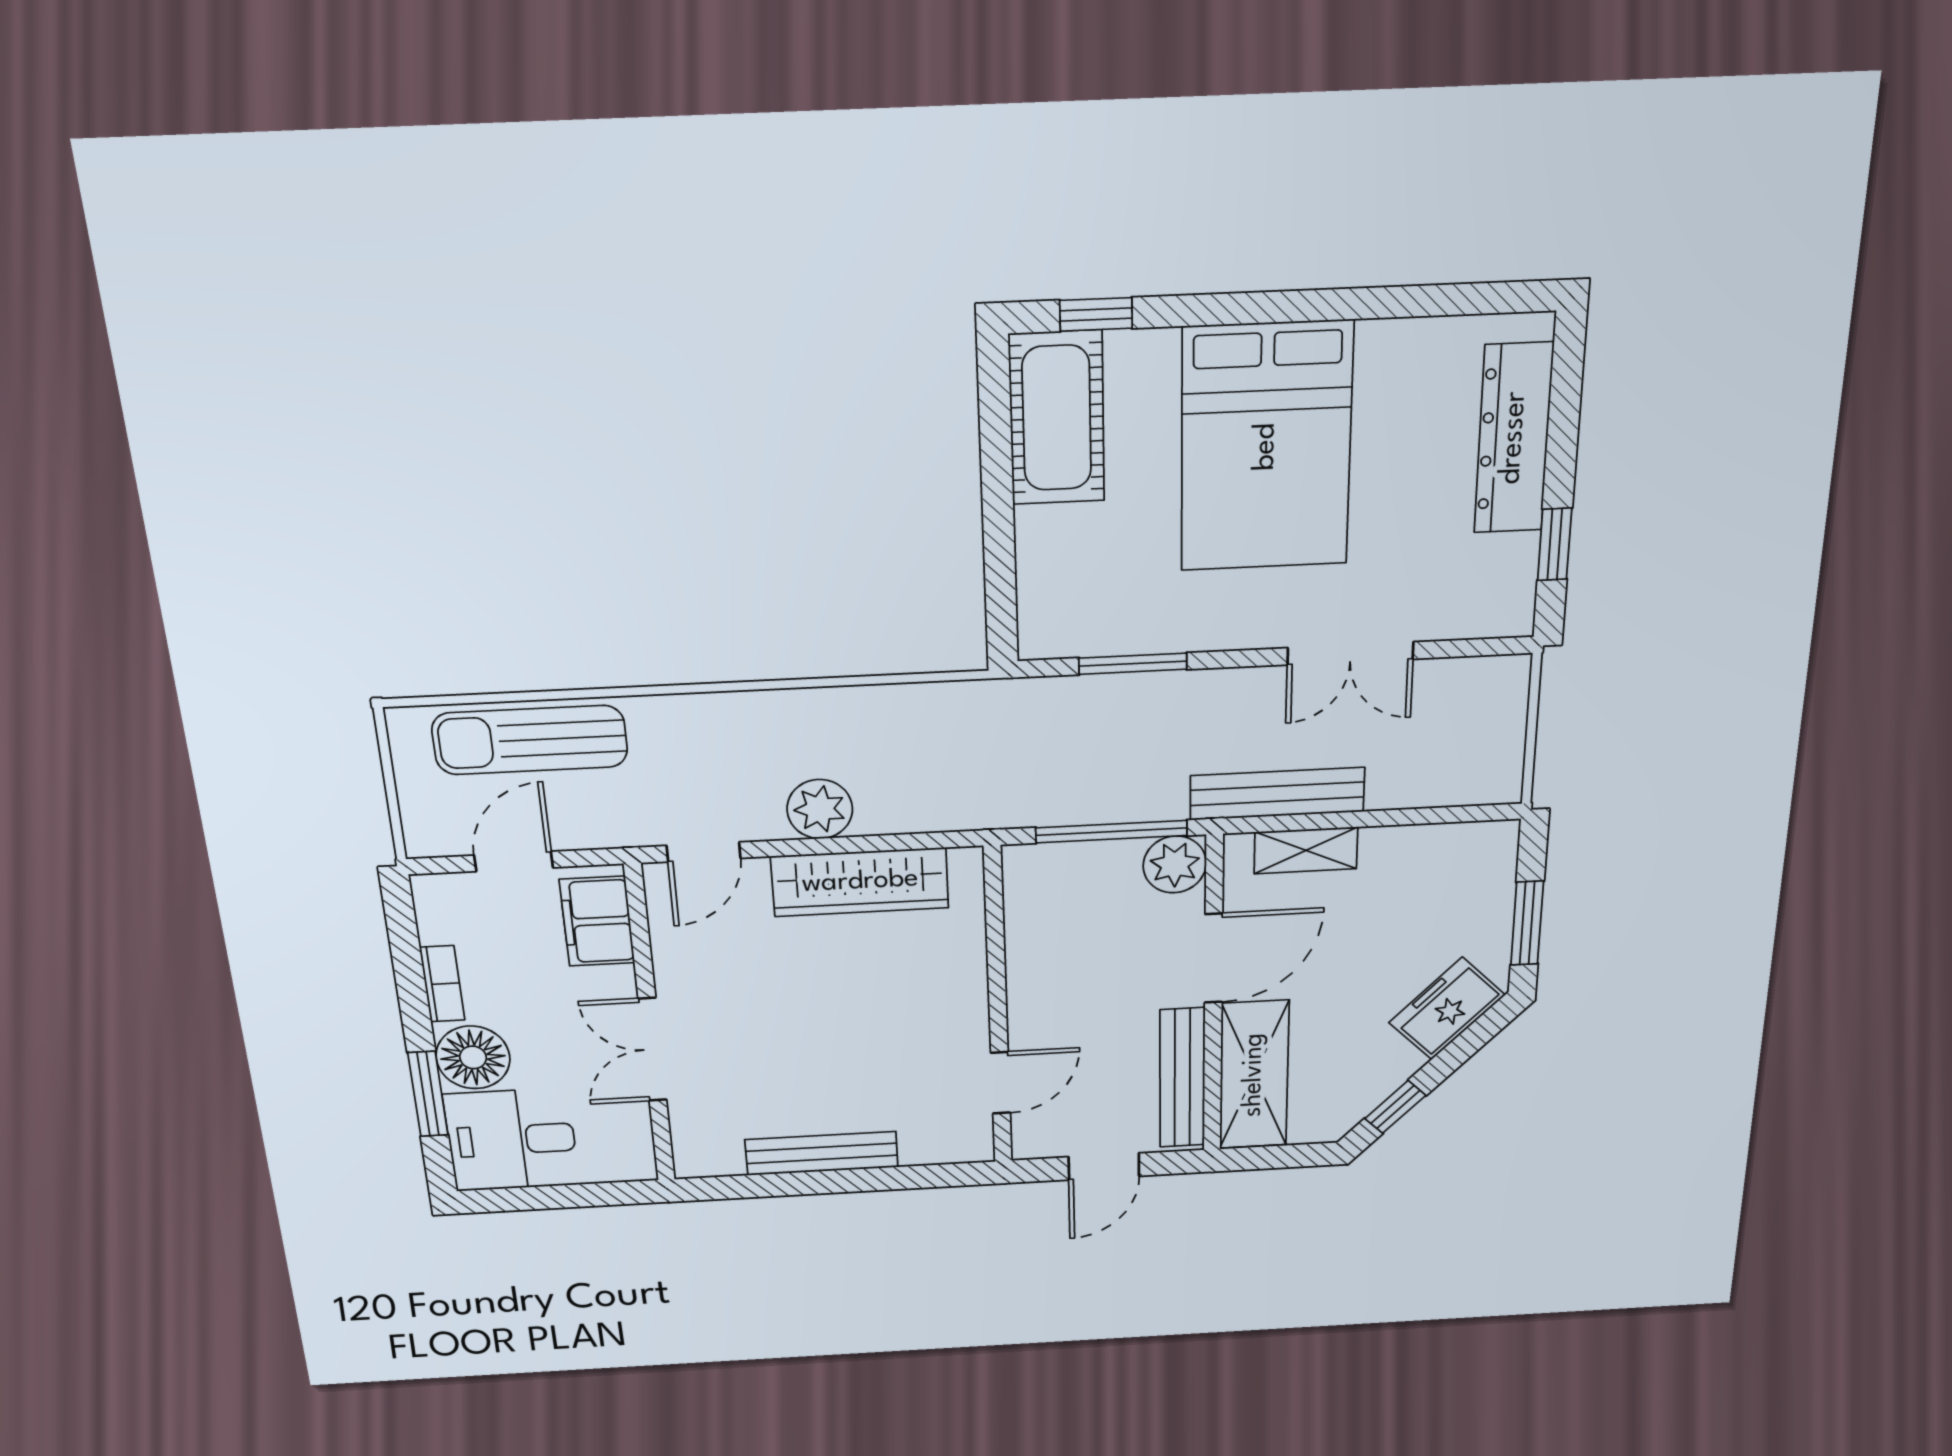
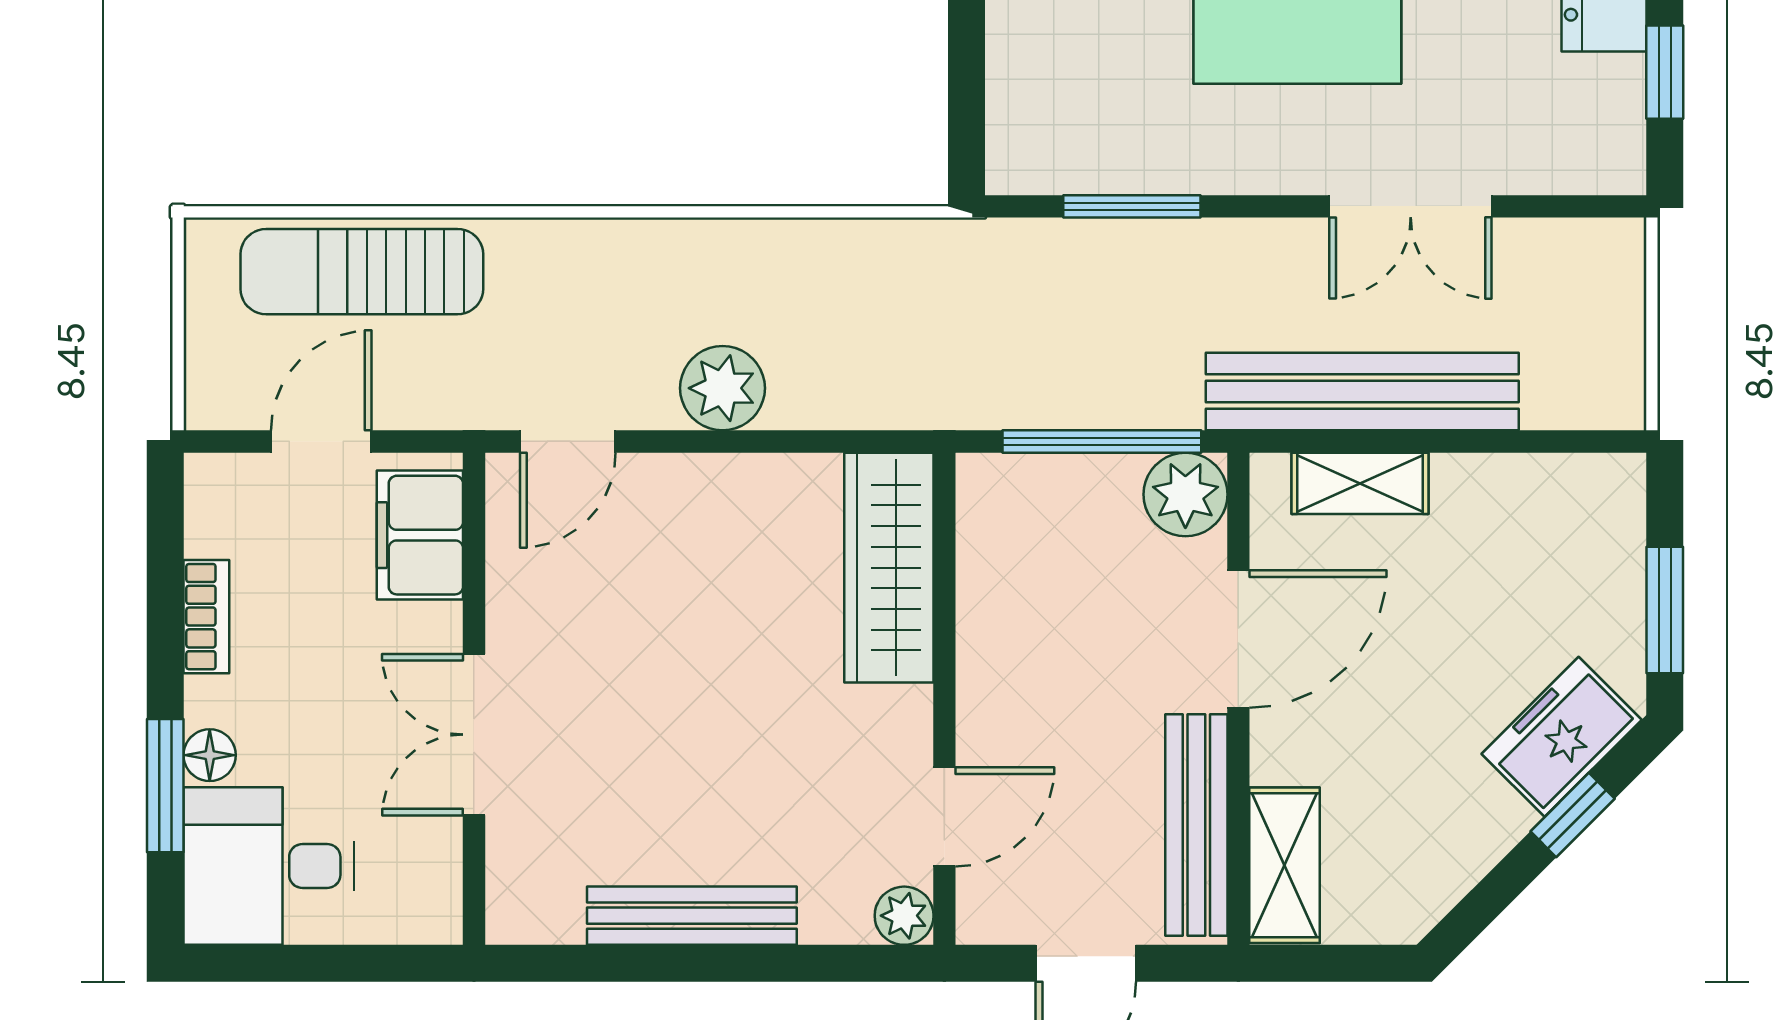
bench: (1277, 794) -> (1362, 392), width x1.37, depth x1.21
wardrobe: (860, 882) -> (889, 568), moved, turned 90
floor lamp: (473, 1057) -> (210, 755), width x0.53, depth x0.53
shelving: (1254, 1075) -> (1285, 865), width x0.67, depth x0.75
window: (1395, 1107) -> (1573, 815), moved
plant: (974, 1145) -> (904, 916), added

